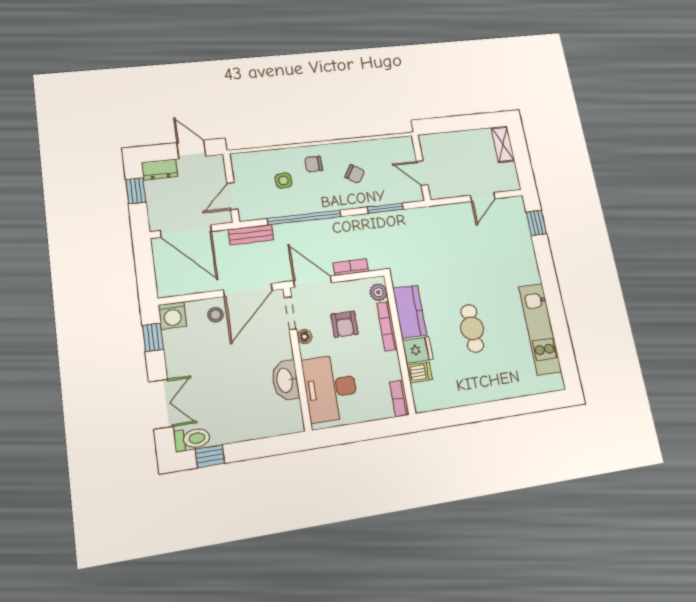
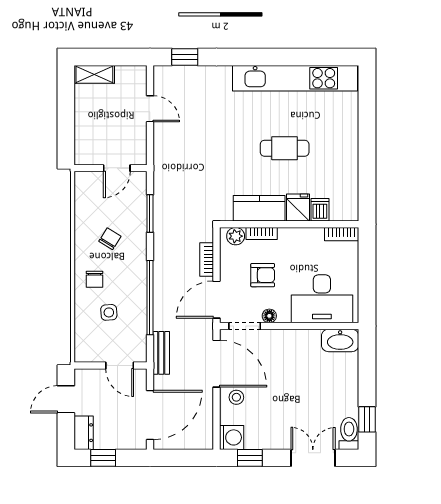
bookcase: (387, 326) -> (262, 234), width x0.64
kitchen unit: (540, 329) -> (295, 78), width x1.36
washbasin: (285, 380) -> (340, 340), moved

